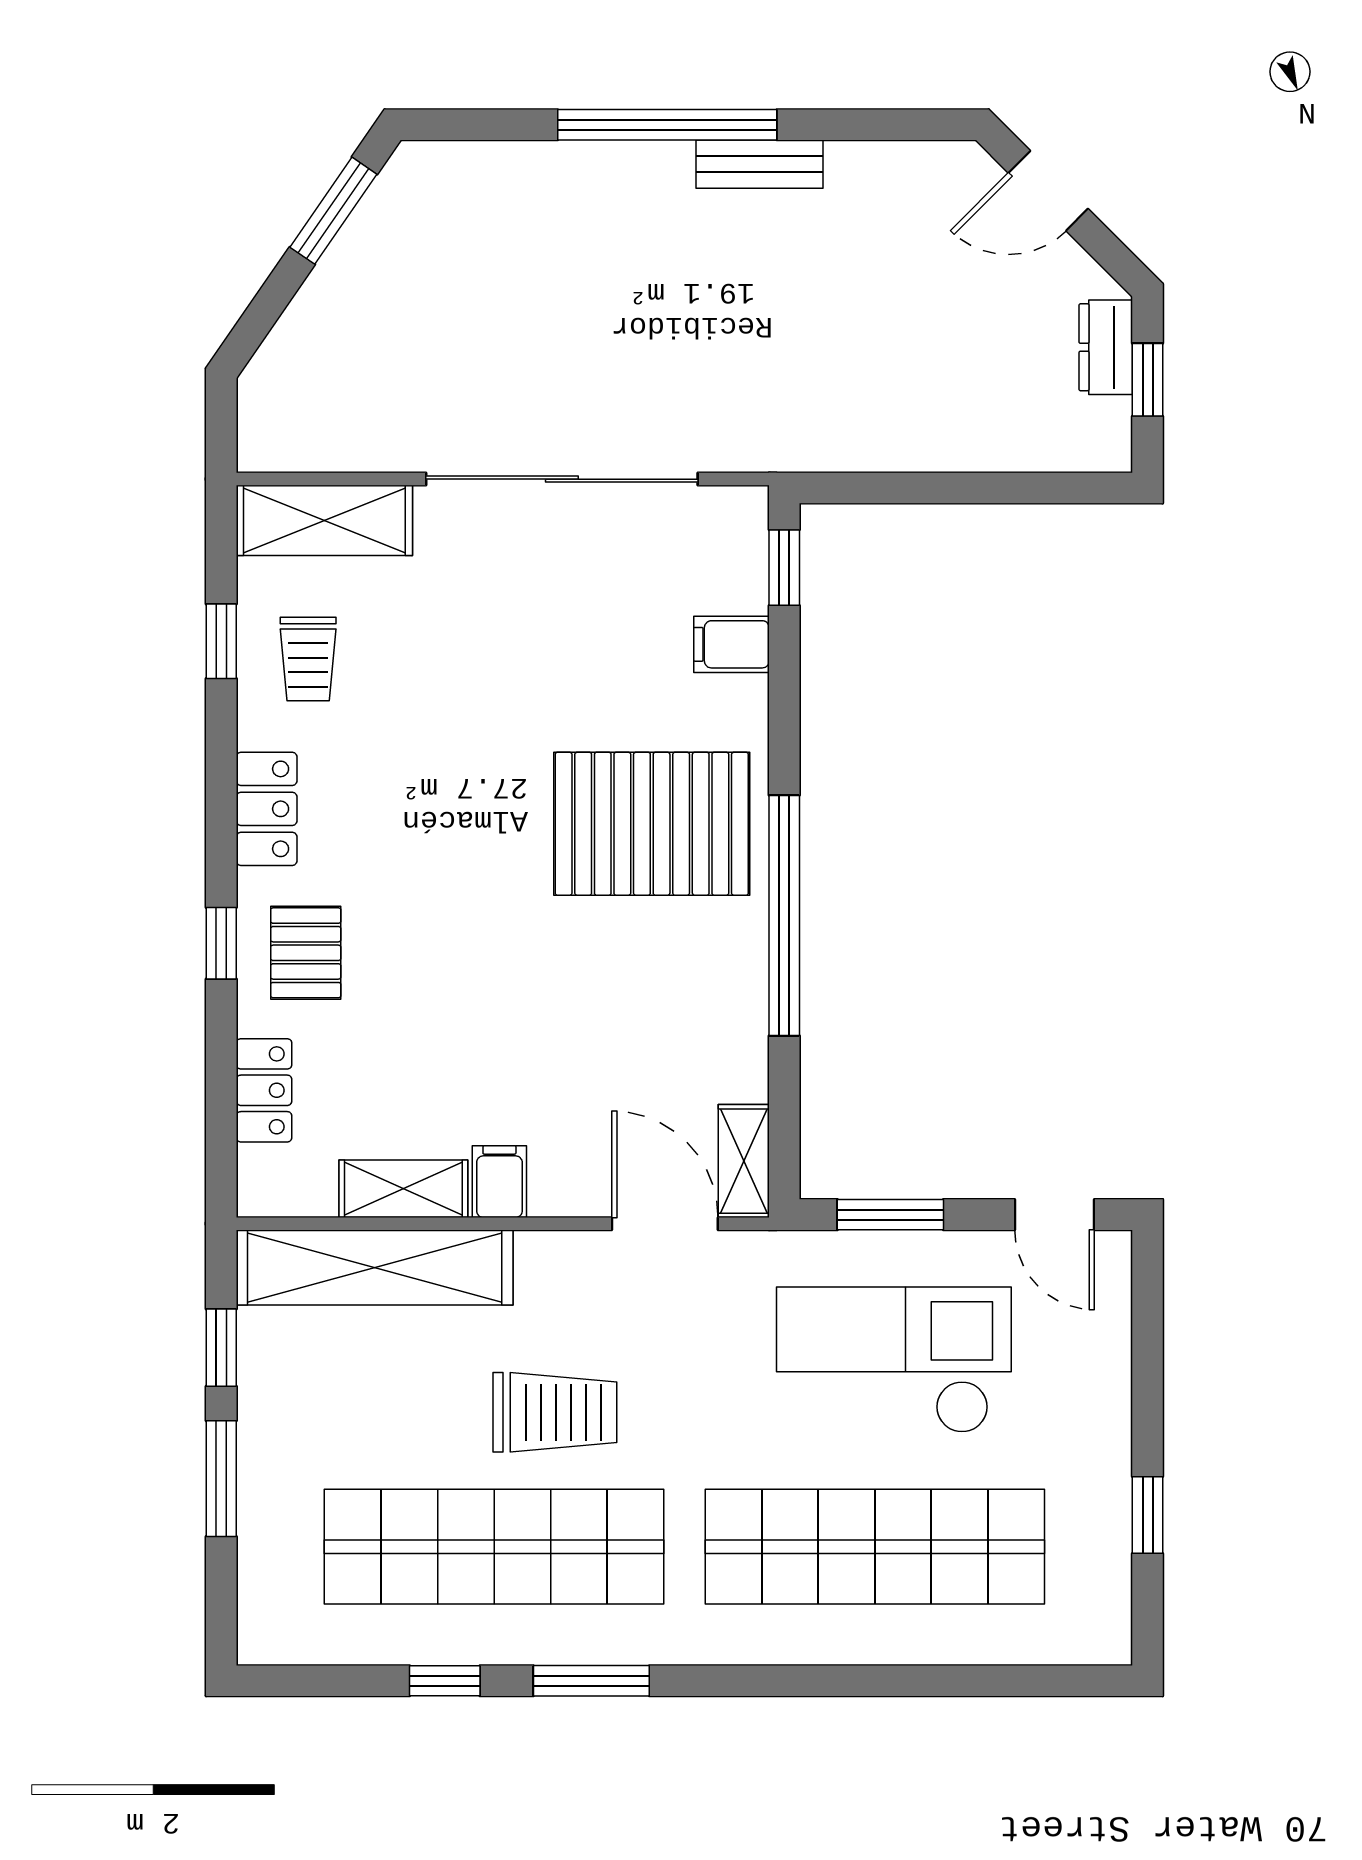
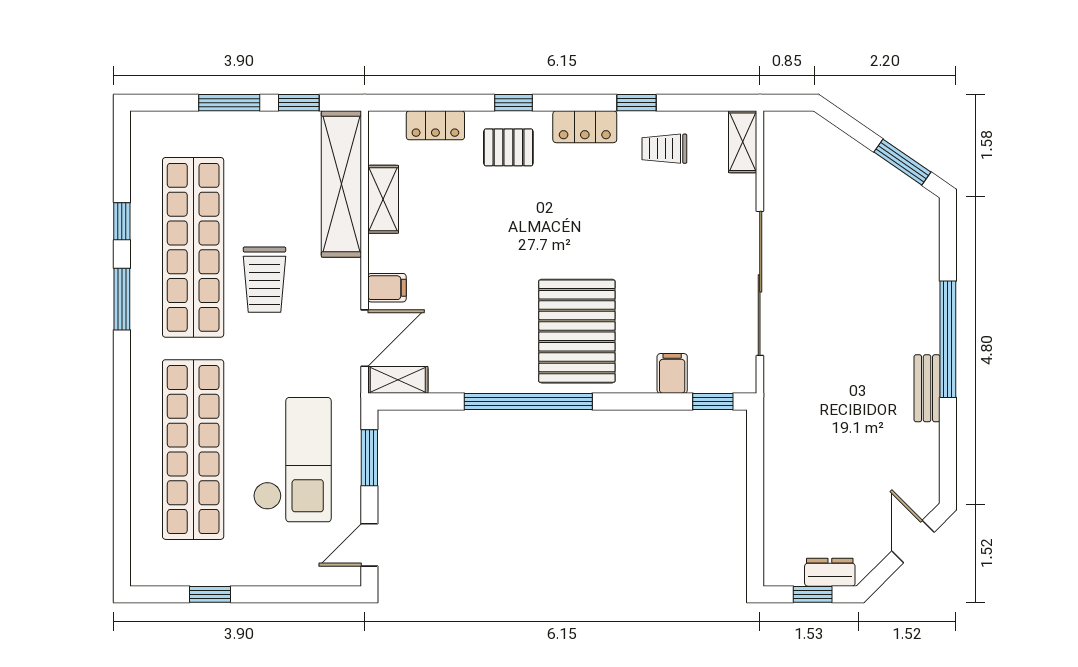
shelving: (324, 520) -> (743, 142), width x0.67, depth x0.75
window: (221, 641) -> (637, 103), moved
filing cabinet: (499, 1182) -> (387, 288), moved

